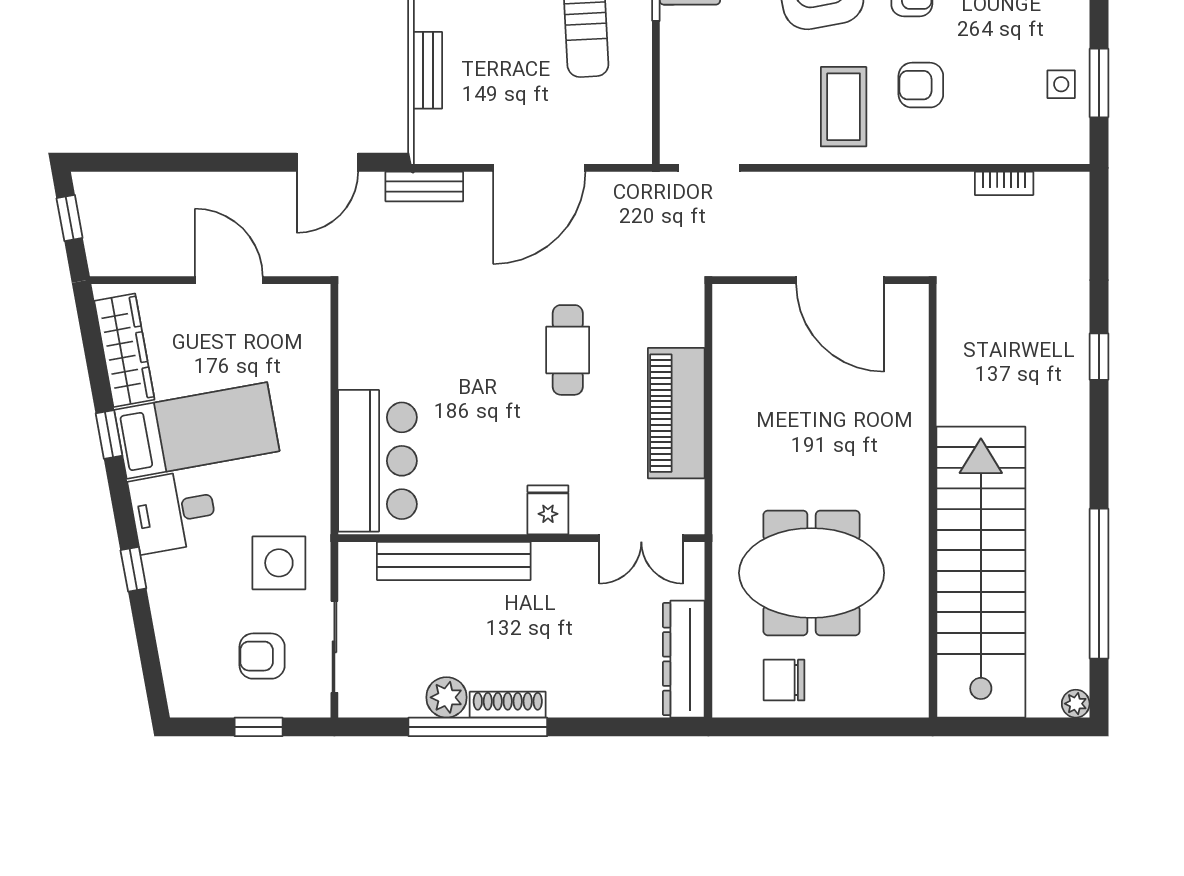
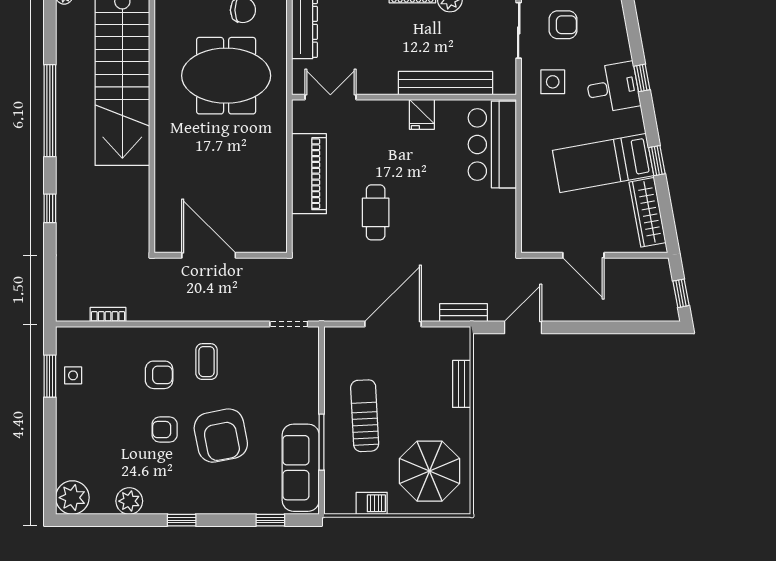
coffee table: (844, 107) -> (206, 362), width x0.73, depth x0.77
fridge: (548, 510) -> (422, 114), moved
desk: (173, 511) -> (613, 87), moved
side table: (279, 563) -> (553, 82), width x0.73, depth x0.73
window: (1099, 584) -> (50, 111), moved

